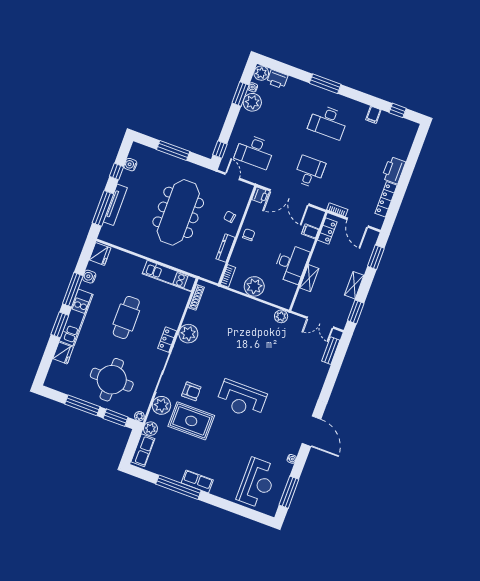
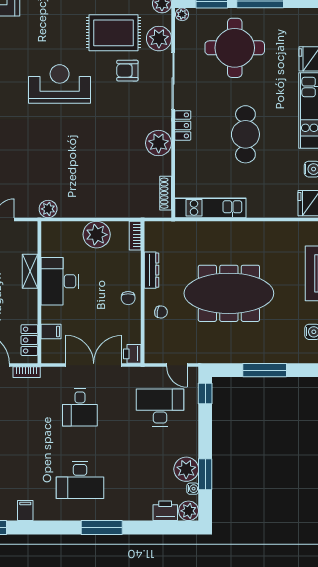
desk: (328, 122) -> (80, 480), turned 180
meeting table: (178, 212) -> (229, 293), turned 90

